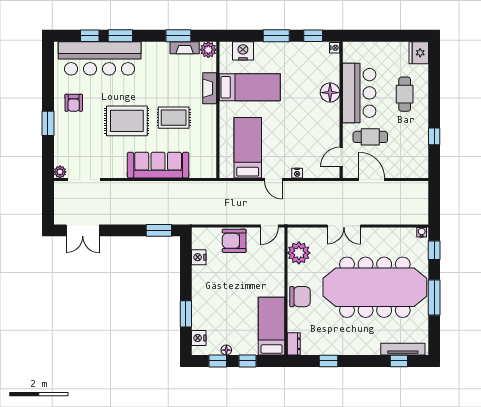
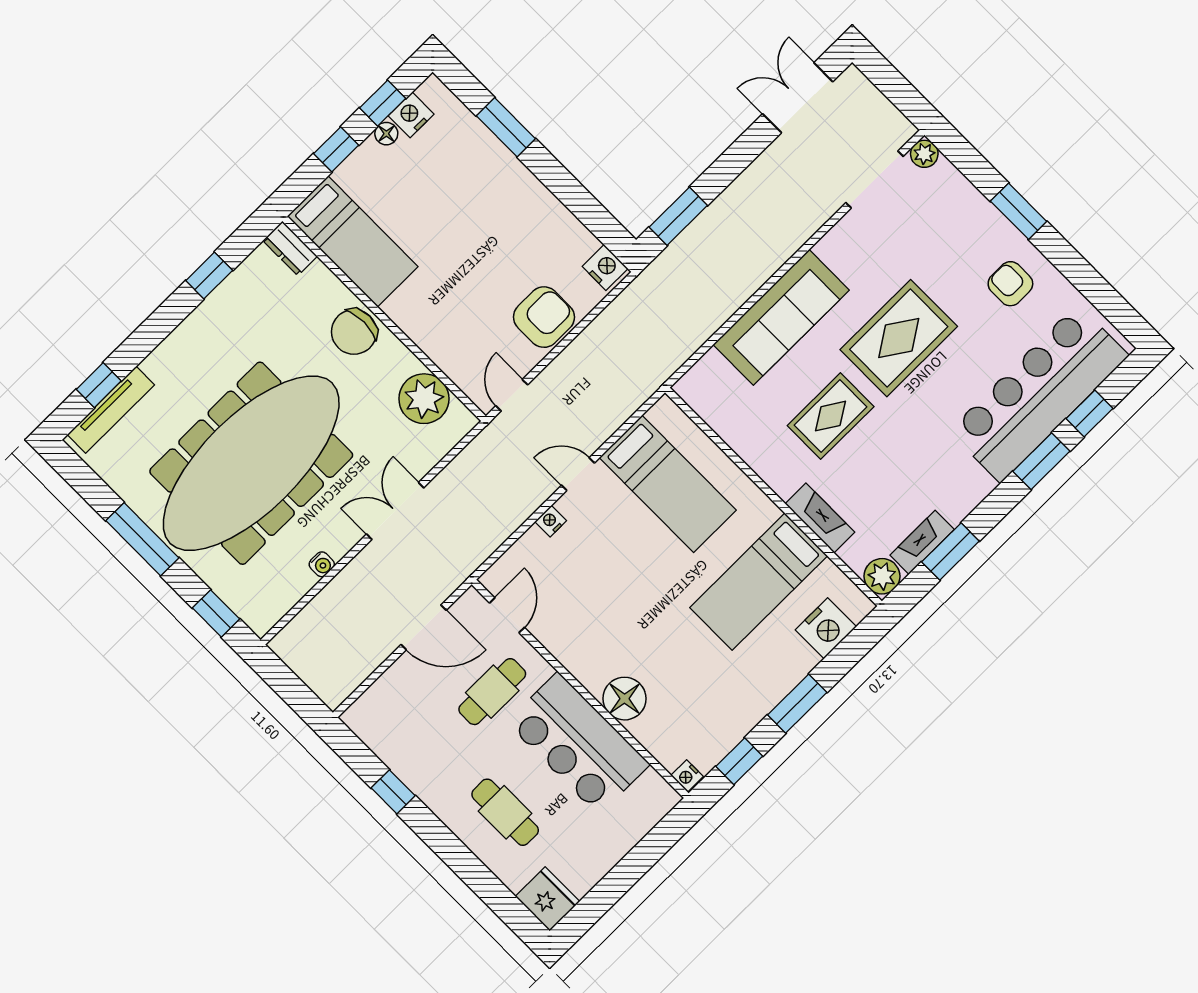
water cooler: (422, 232) -> (322, 564), moved
nightstand: (199, 257) -> (605, 267), moved
nightstand: (199, 338) -> (411, 115), moved, turned -90

